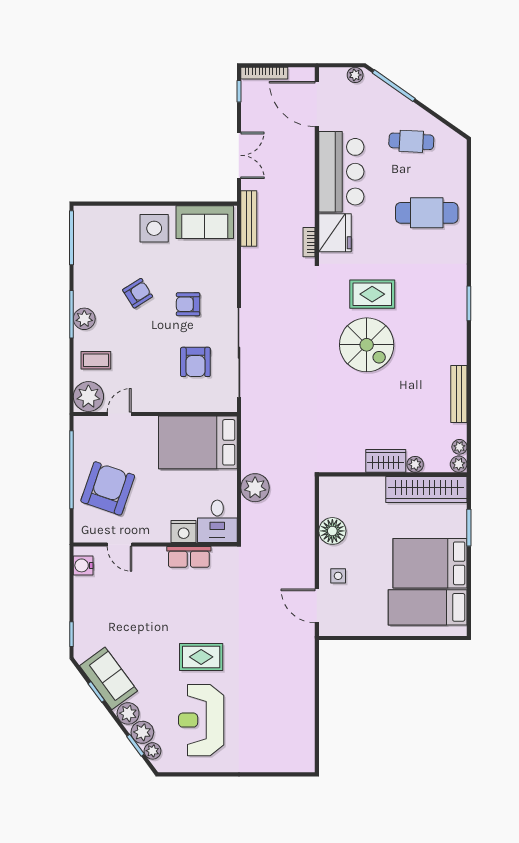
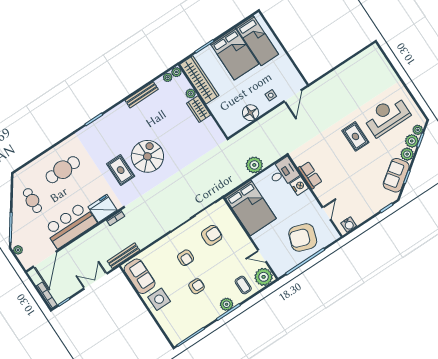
cafe table: (427, 213) -> (63, 170), turned 90
armchair: (138, 293) -> (197, 286), turned 122
reception desk: (201, 720) -> (387, 116), turned 180

